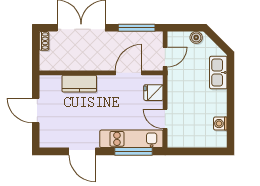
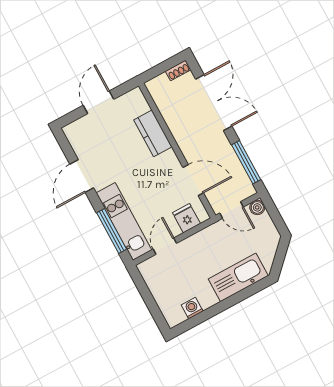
boiler: (196, 37) -> (257, 207), moved
kitchen sink: (218, 73) -> (238, 277), width x1.36, depth x1.24

